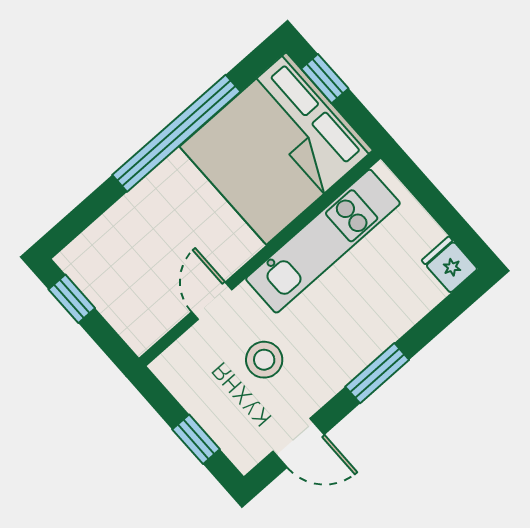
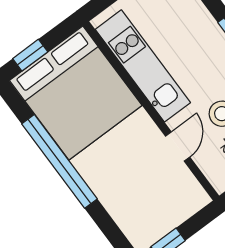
door: (212, 301) -> (178, 147), swing flipped

